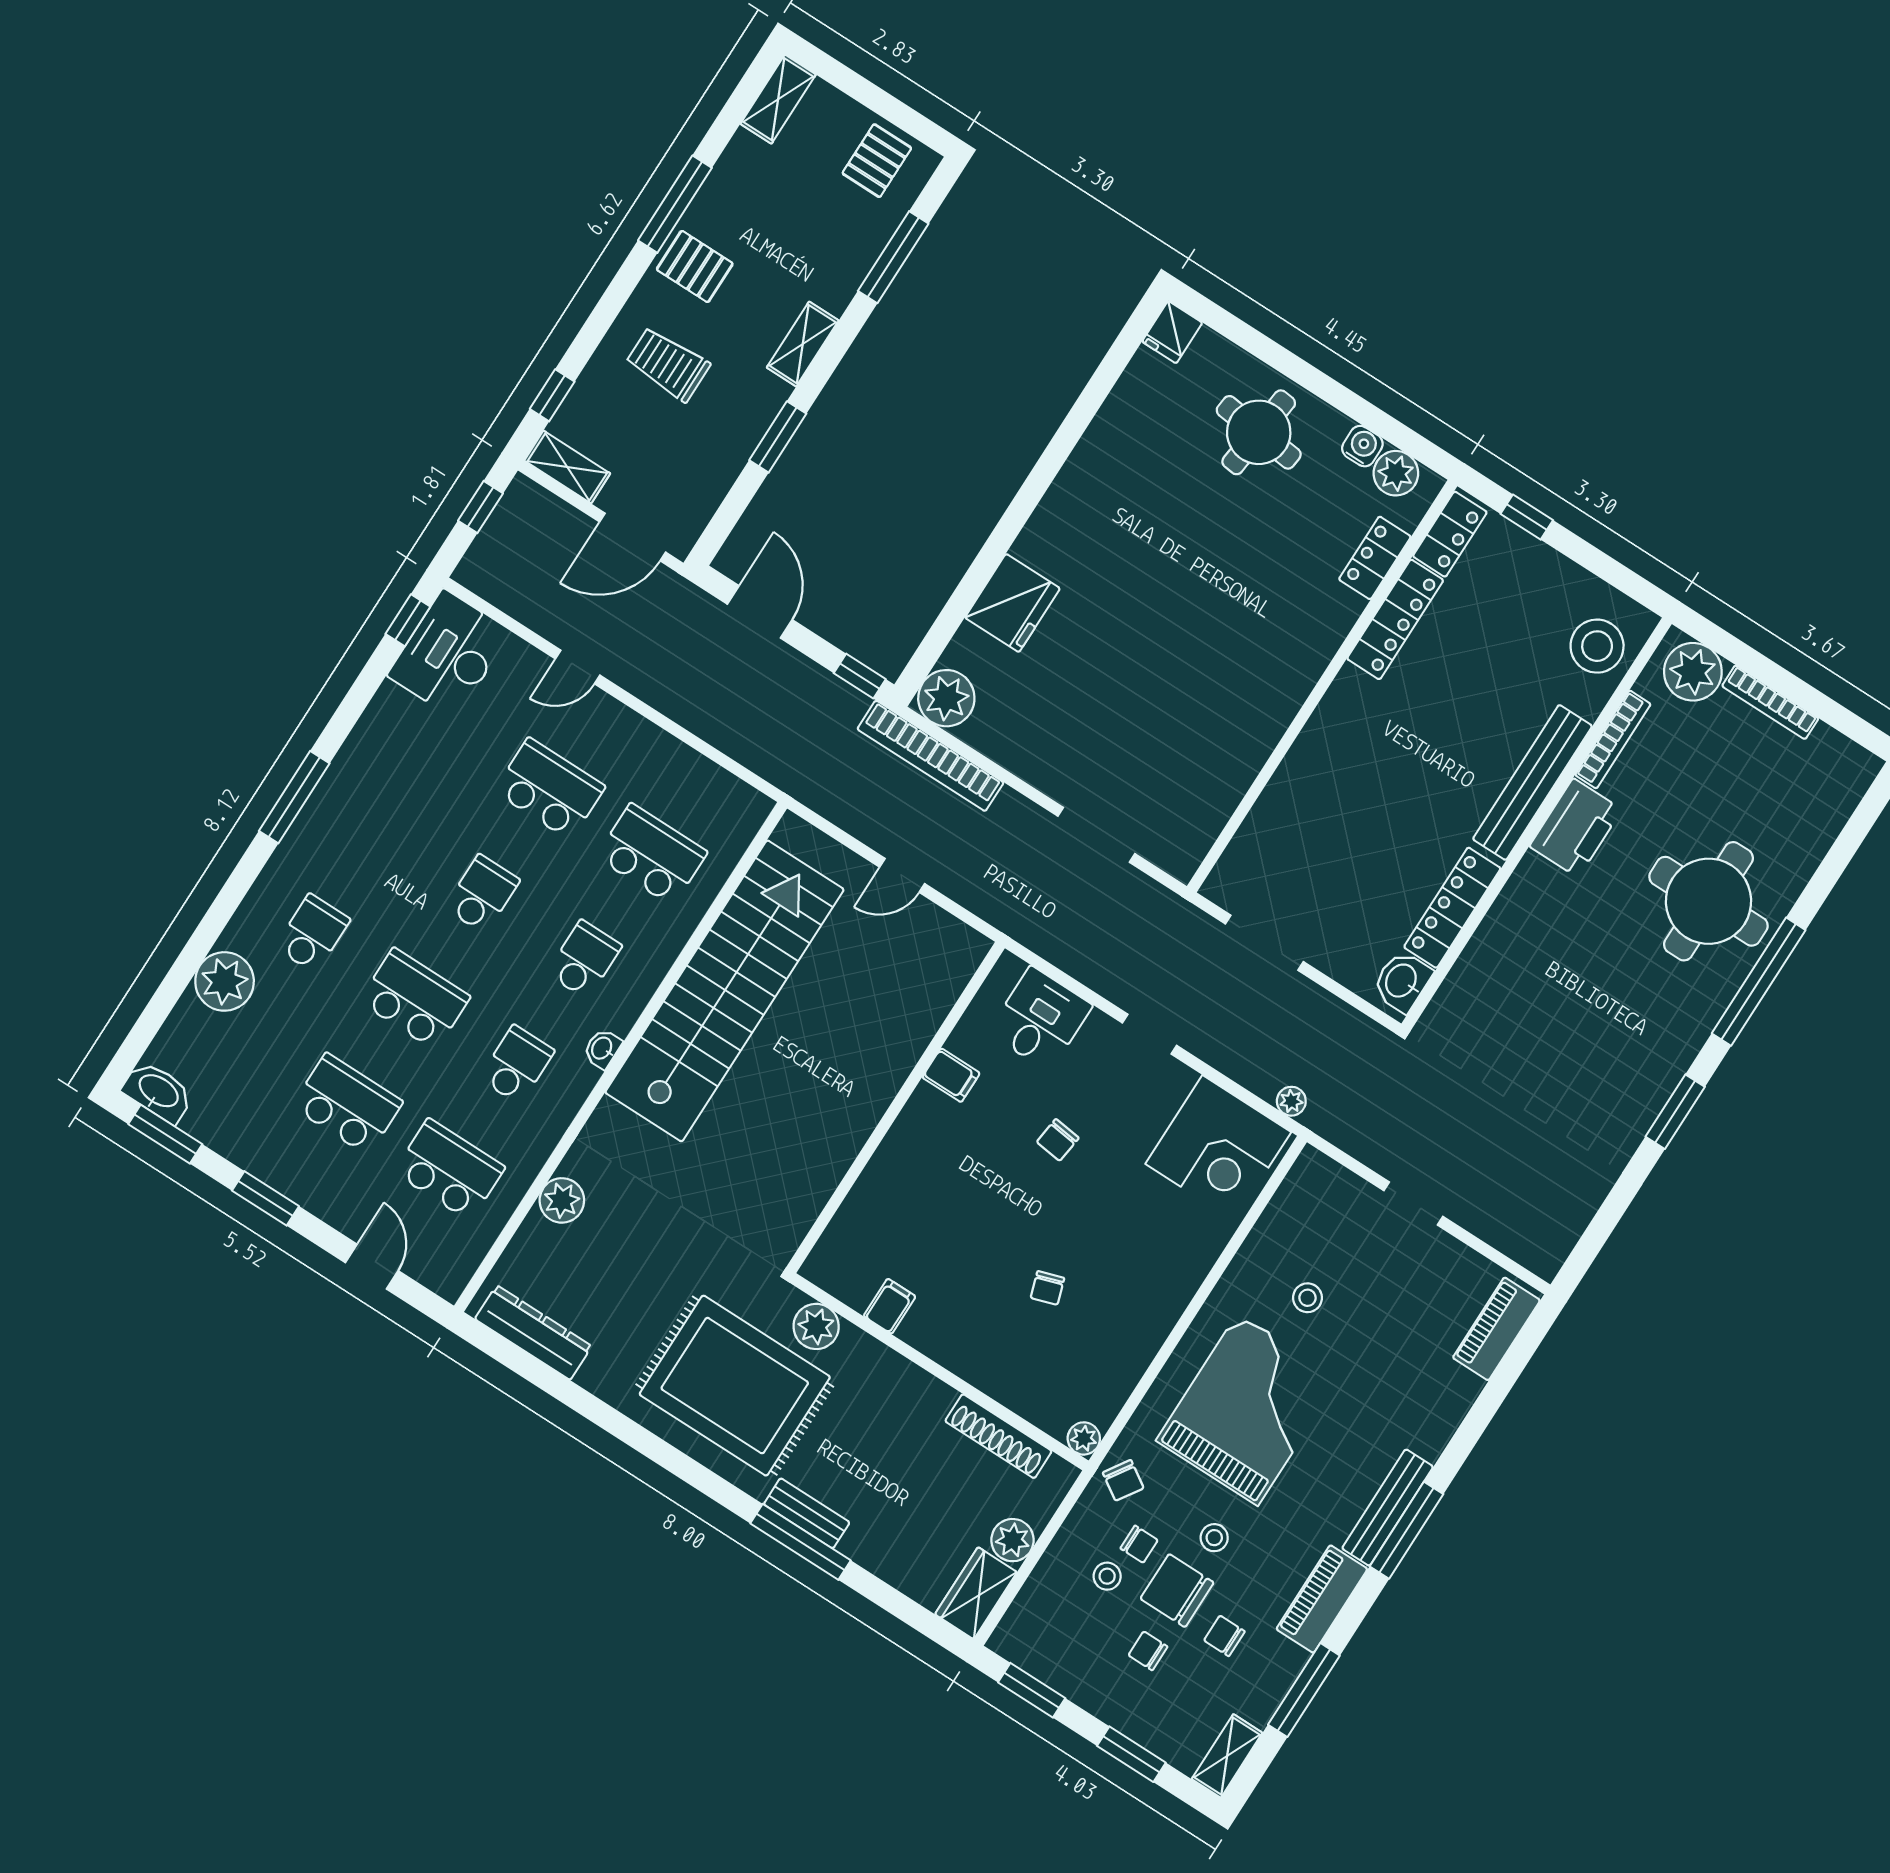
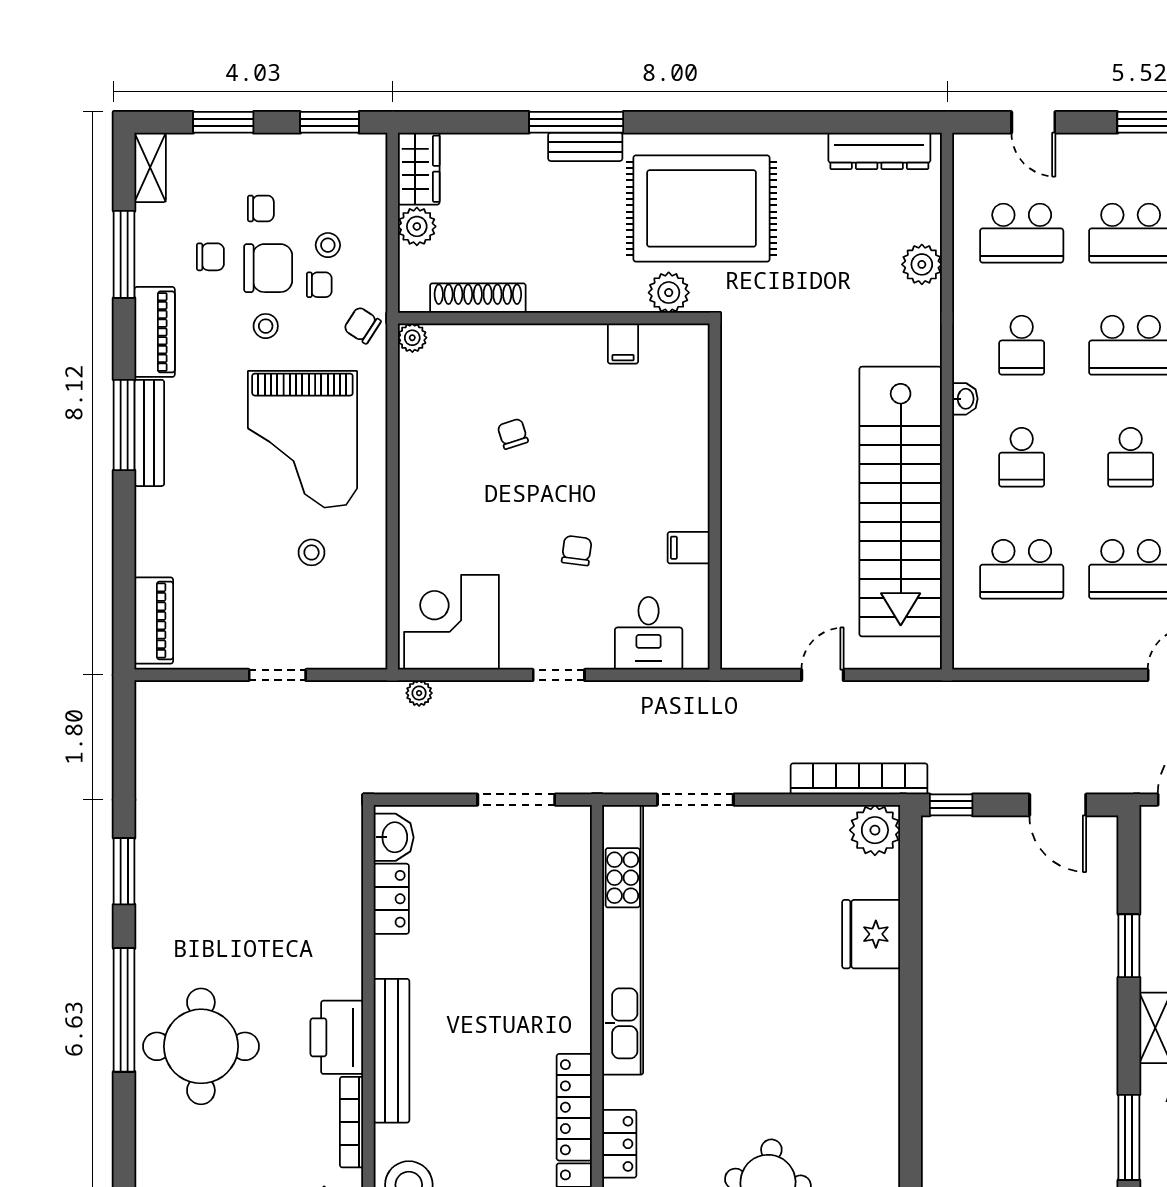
kitchen unit: (1249, 747) -> (623, 940), added
locker: (1452, 908) -> (391, 899), width x0.66
chair: (1139, 1544) -> (319, 285), turned 180

